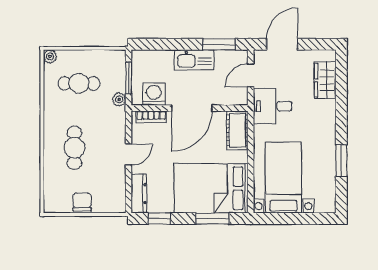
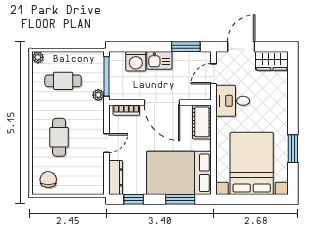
kitchen sink: (194, 60) -> (159, 60), width x0.73
window: (129, 78) -> (107, 76), width x1.44
wardrobe: (325, 80) -> (272, 61), moved, turned -90
washing machine: (154, 94) -> (136, 61), moved, turned 180
door: (192, 108) -> (162, 103), hinge flipped
bed with nightstands: (283, 178) -> (252, 163), width x1.36
chair: (82, 202) -> (48, 180), moved

